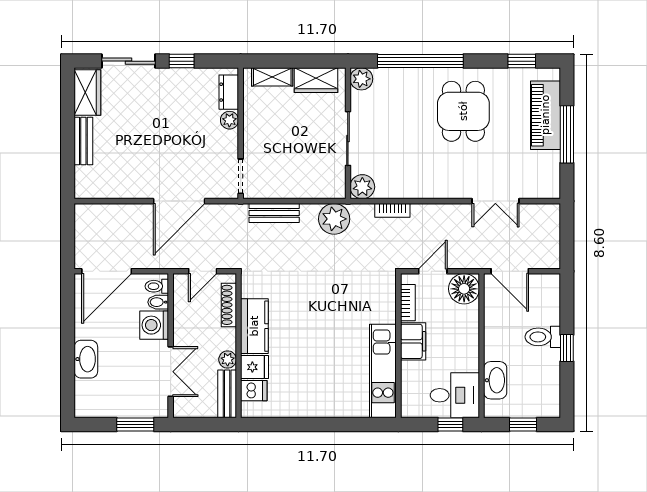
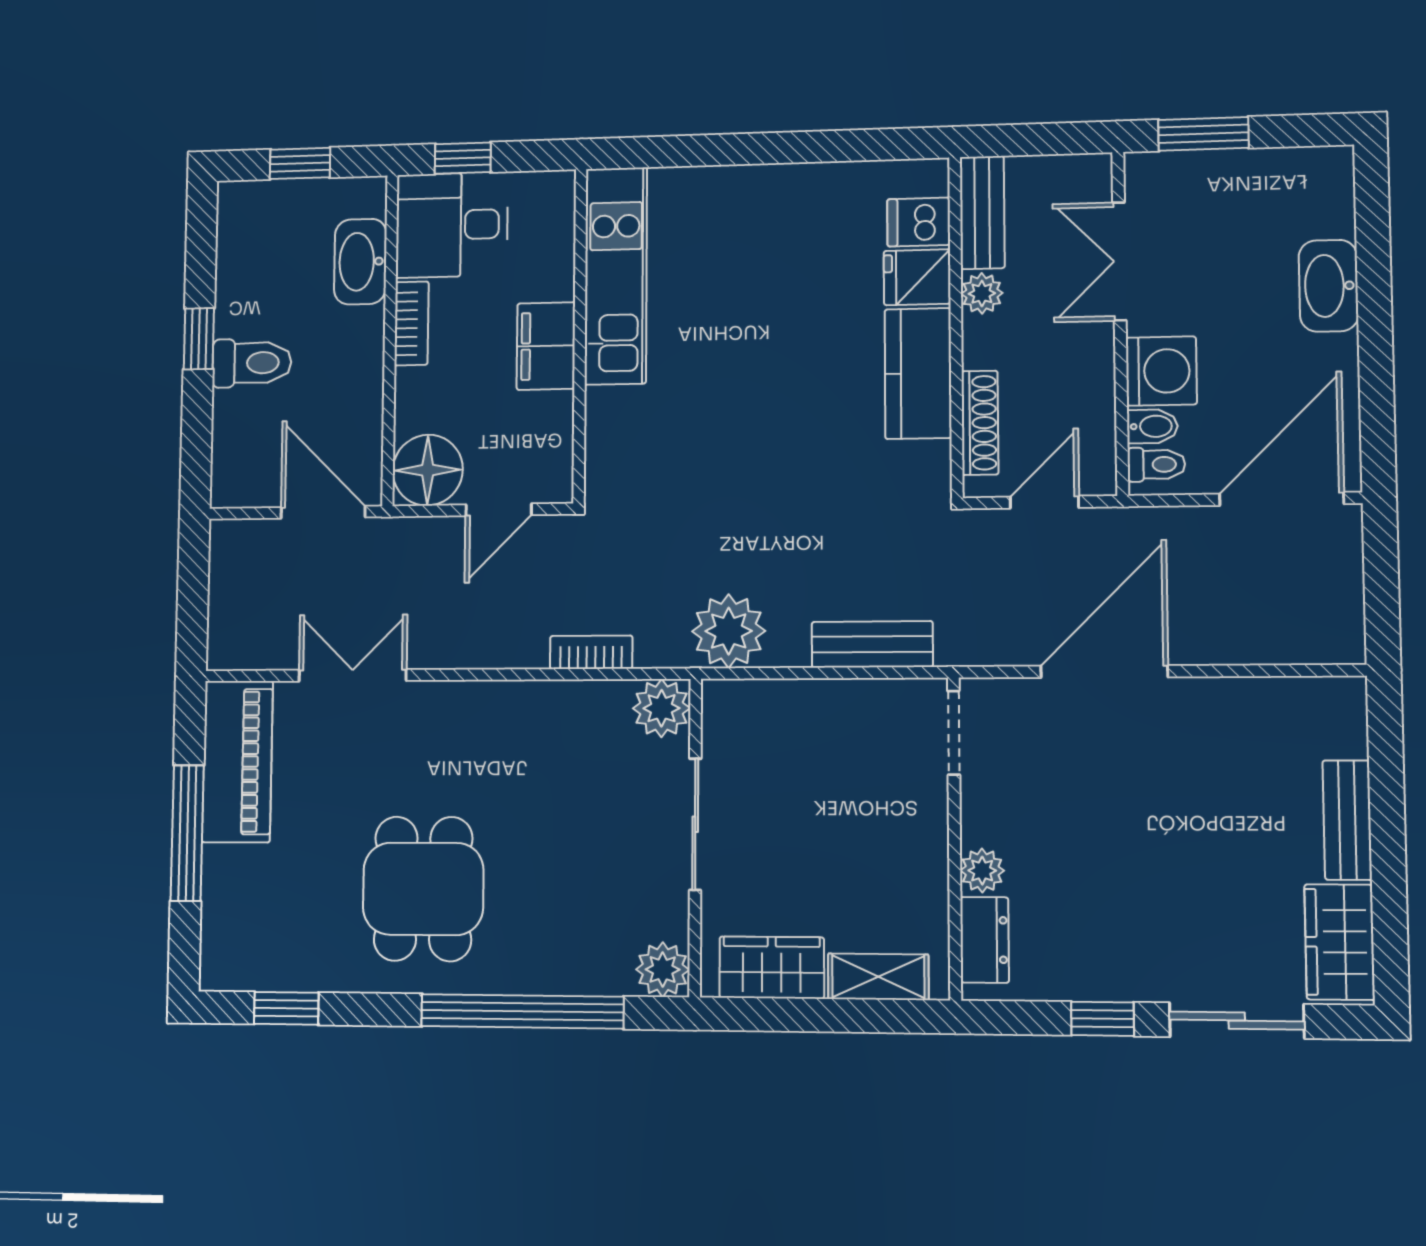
piano: (545, 115) -> (237, 762), moved
bookcase: (408, 303) -> (411, 323), moved, turned 180

